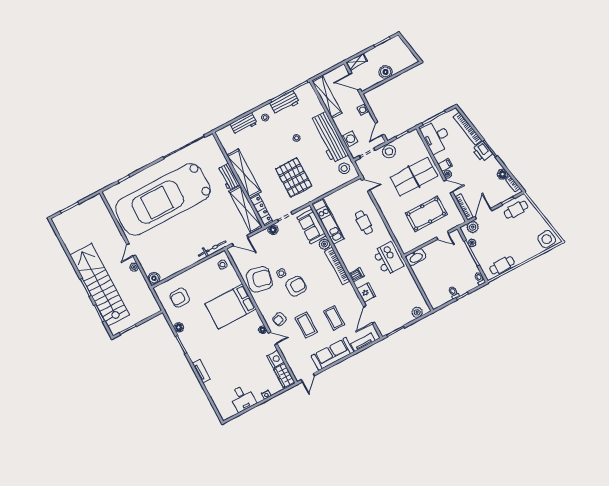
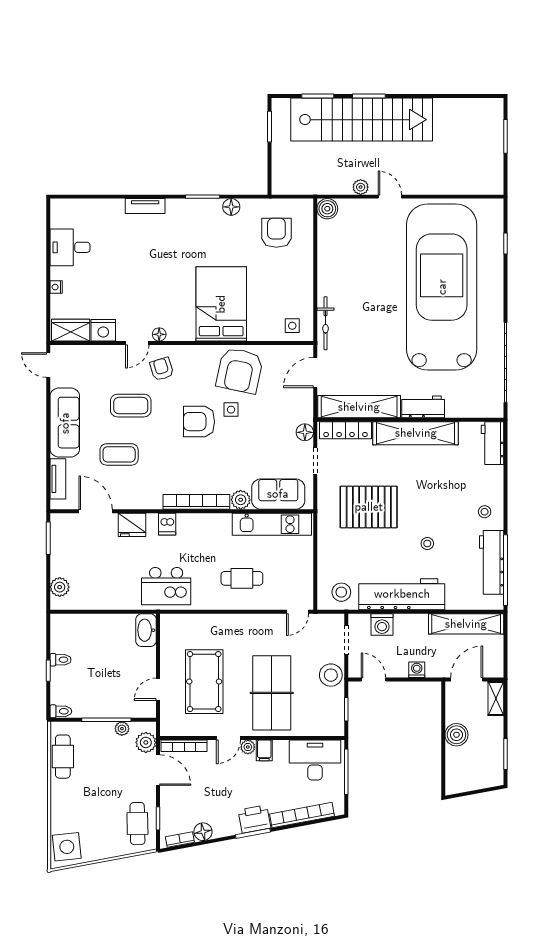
workbench: (284, 103) -> (492, 562), width x1.38
workbench: (244, 124) -> (493, 443), moved
armchair: (296, 286) -> (199, 422), turned 90

